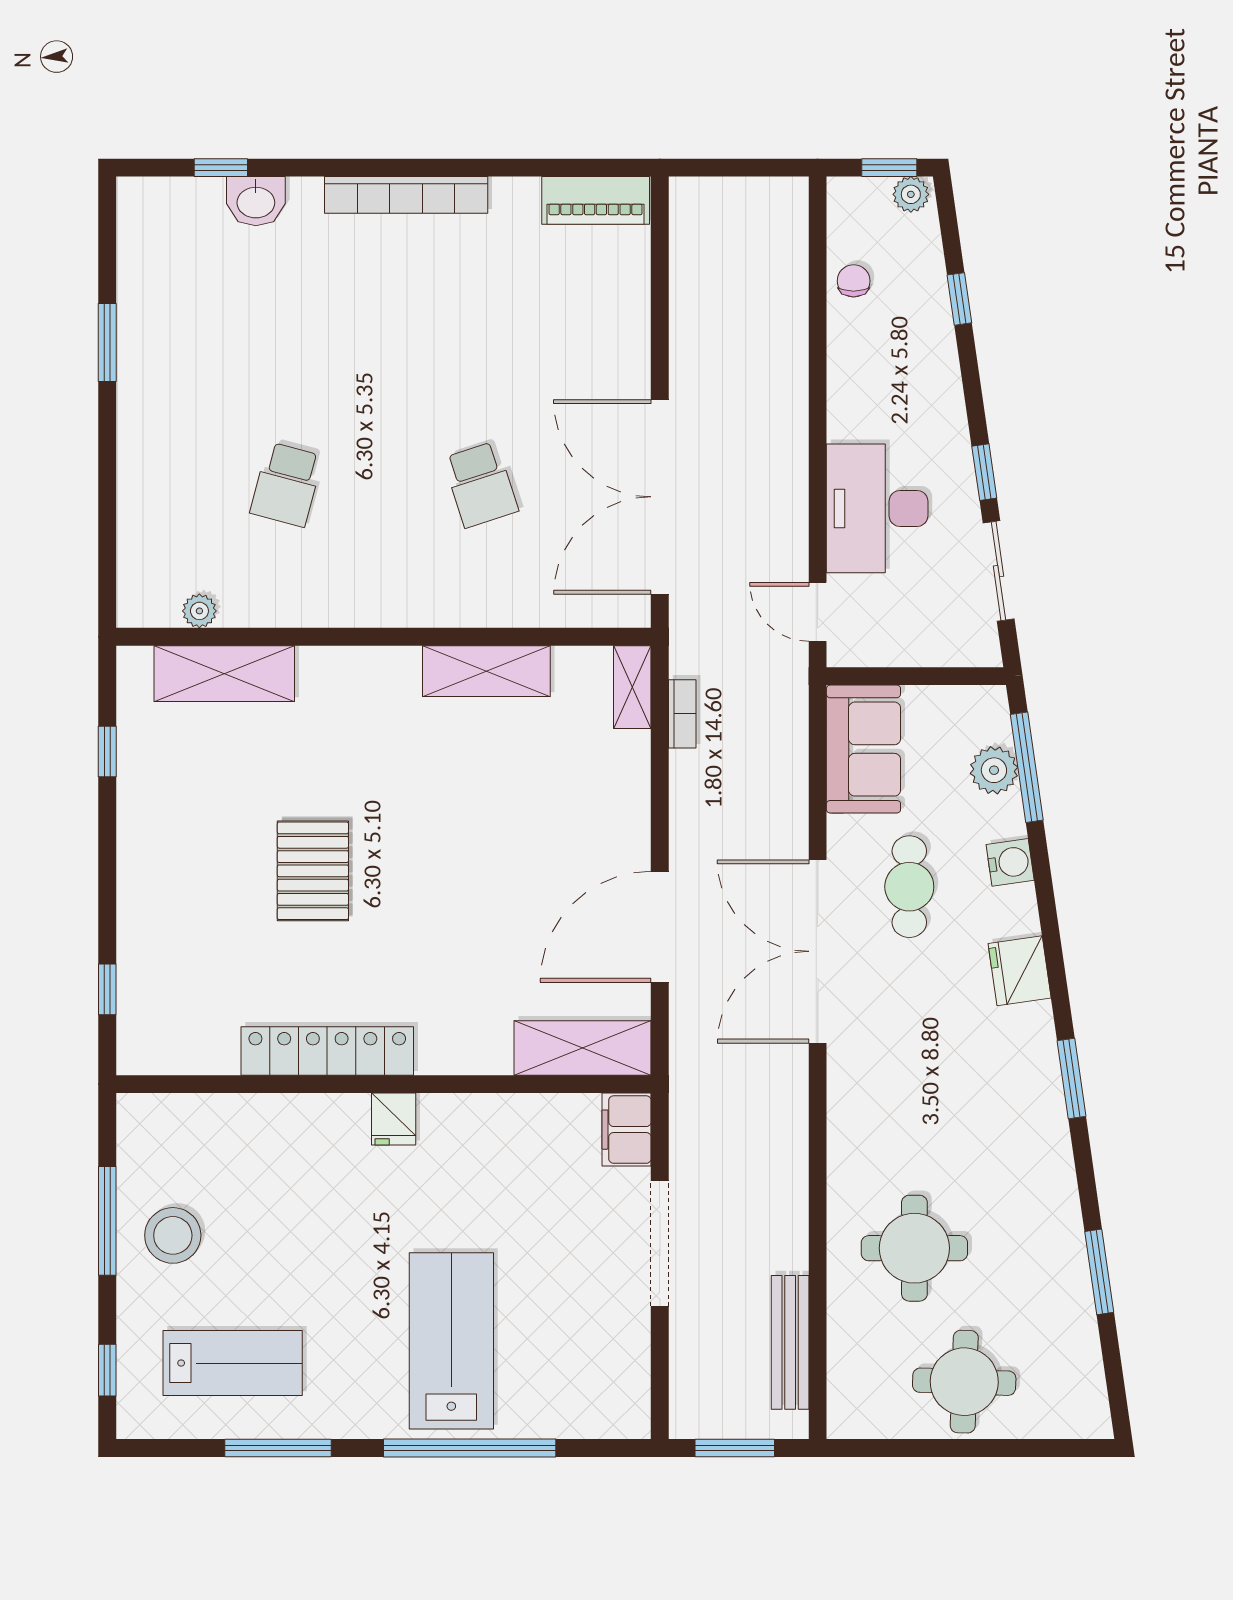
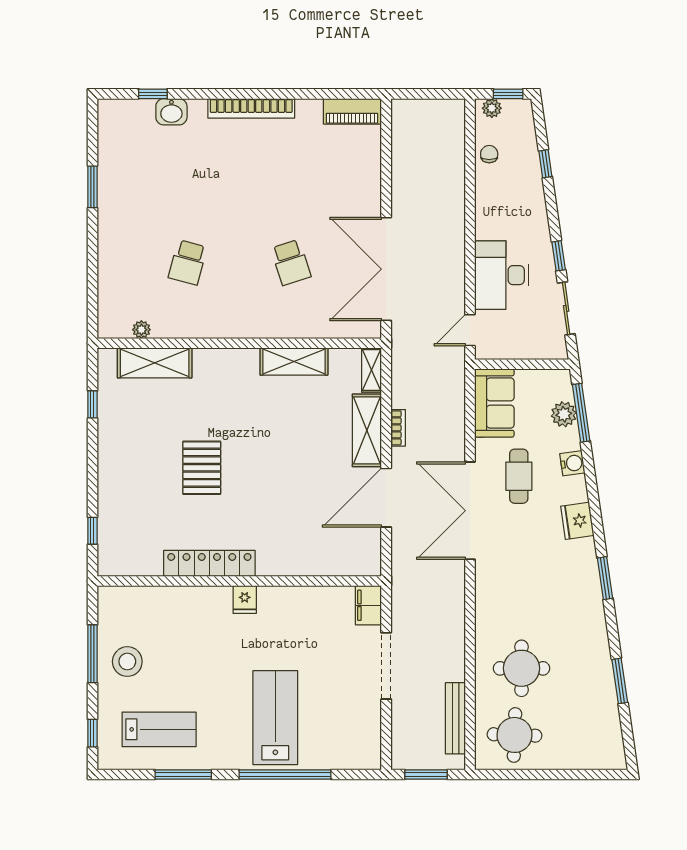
plant: (911, 194) -> (492, 108), moved
door: (818, 612) -> (470, 330), hinge flipped
bookcase: (682, 714) -> (398, 428), moved
shelving: (583, 1048) -> (367, 430), moved, turned 90
round table: (964, 1382) -> (515, 735), moved

